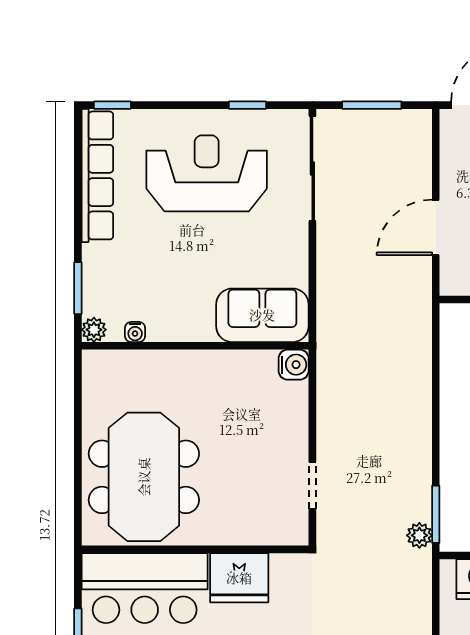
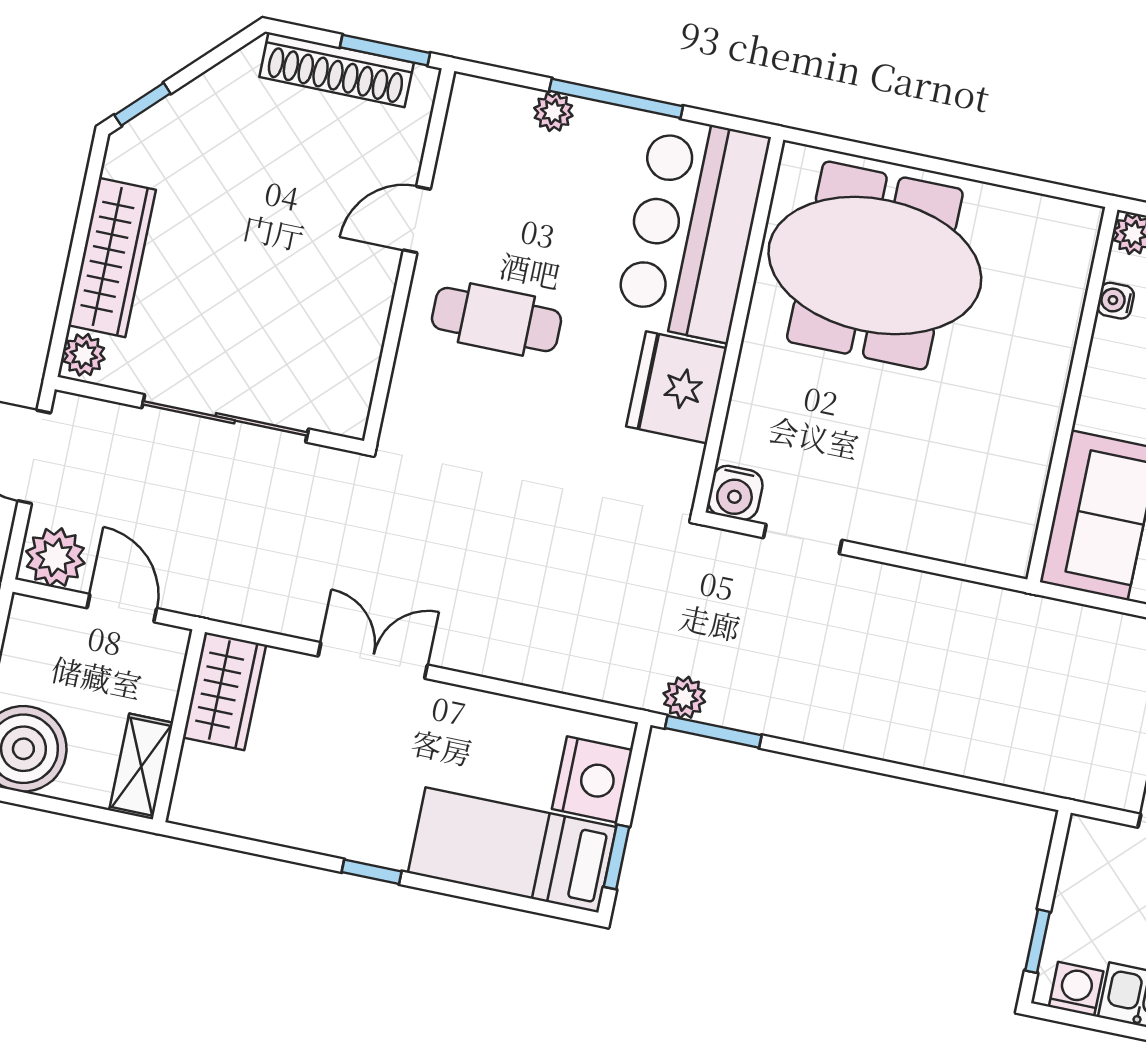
water cooler: (294, 365) -> (735, 493), moved

